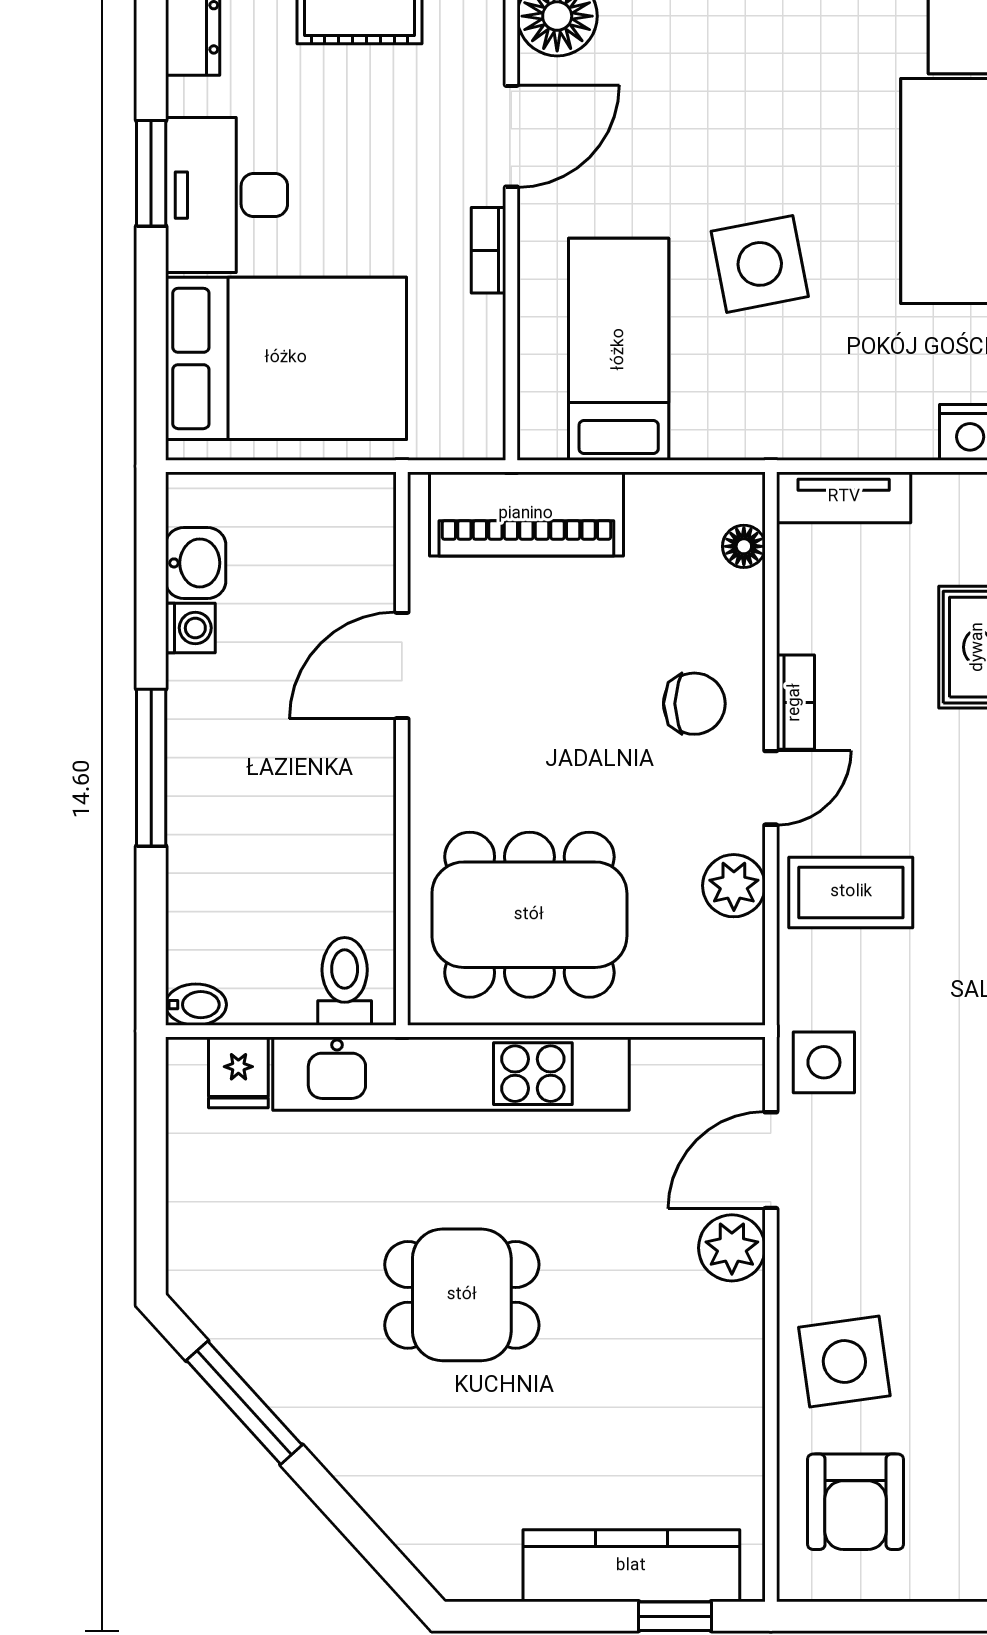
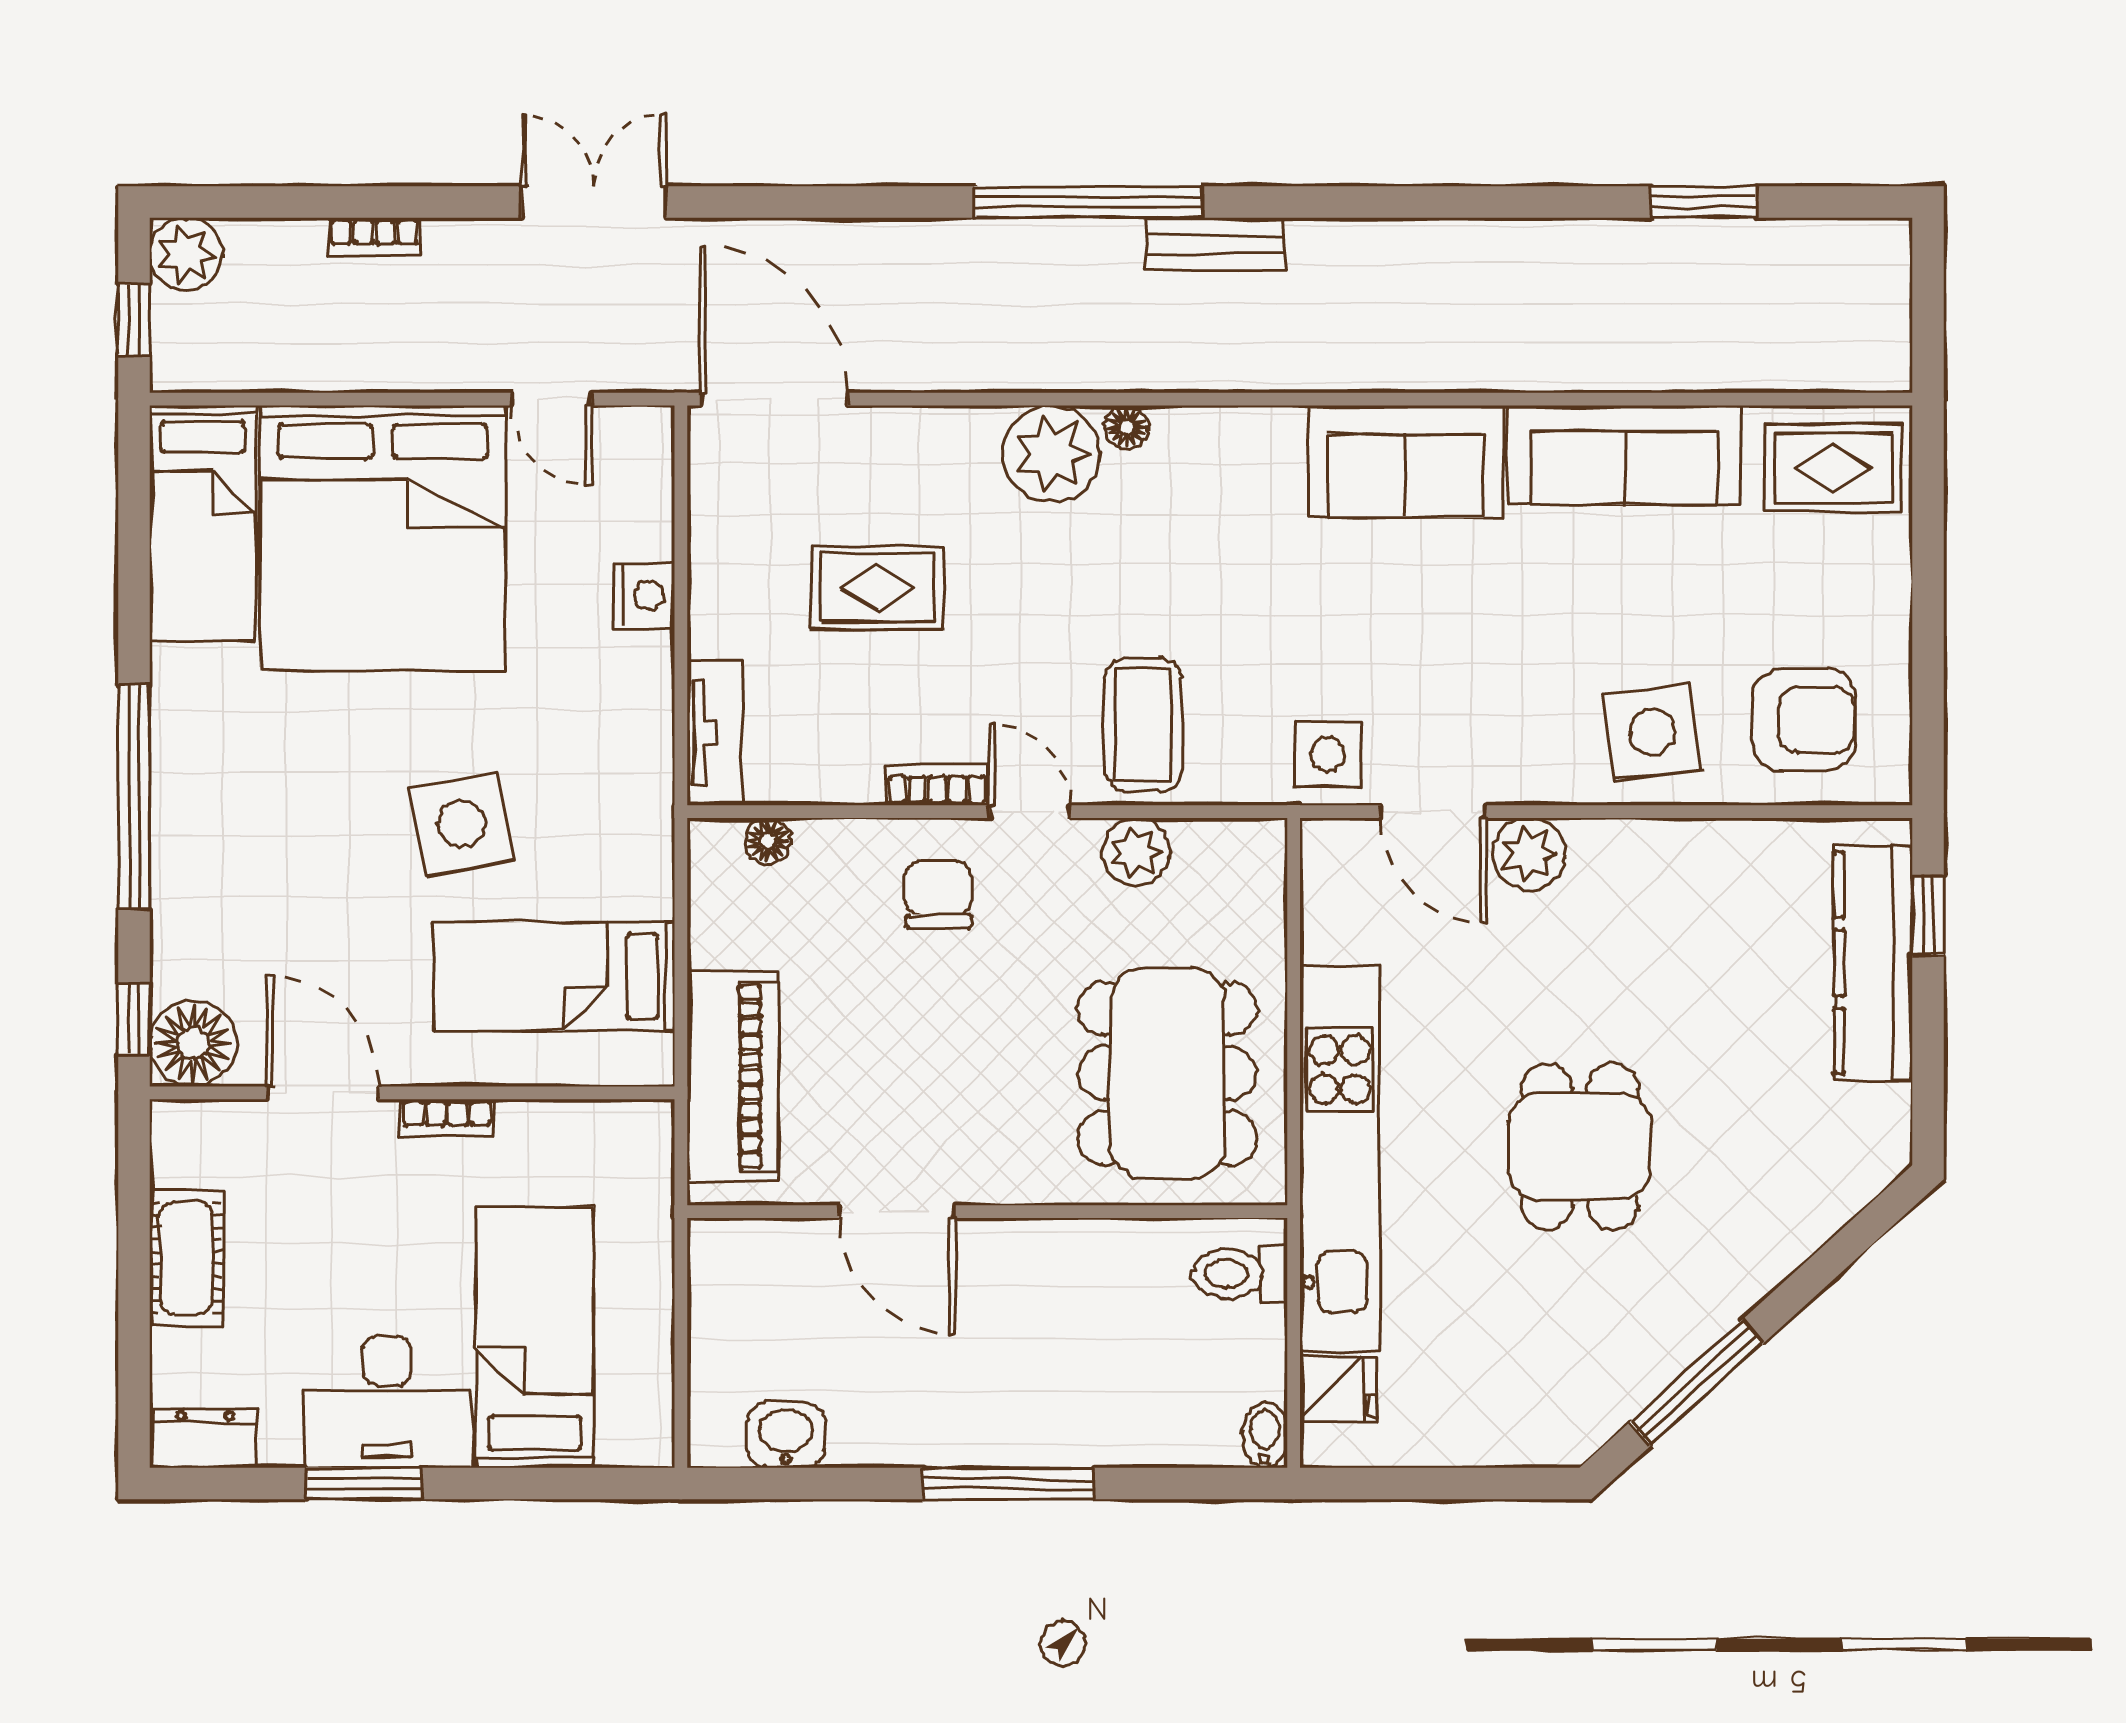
bed: (286, 358) -> (535, 1337), width x0.67
washing machine: (190, 628) -> (856, 1441), removed

